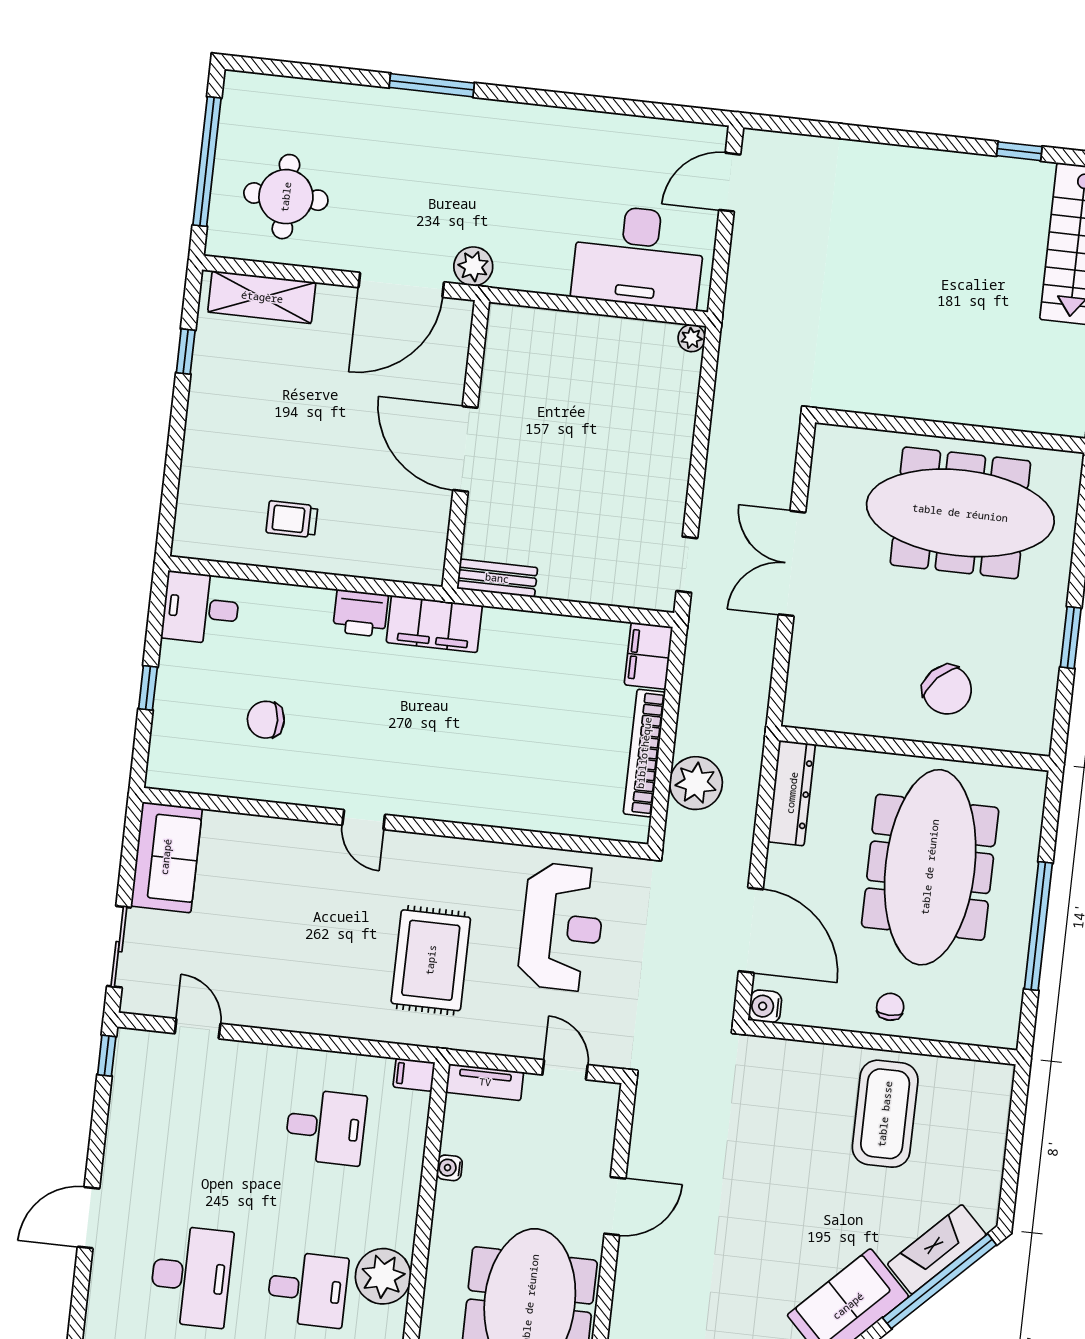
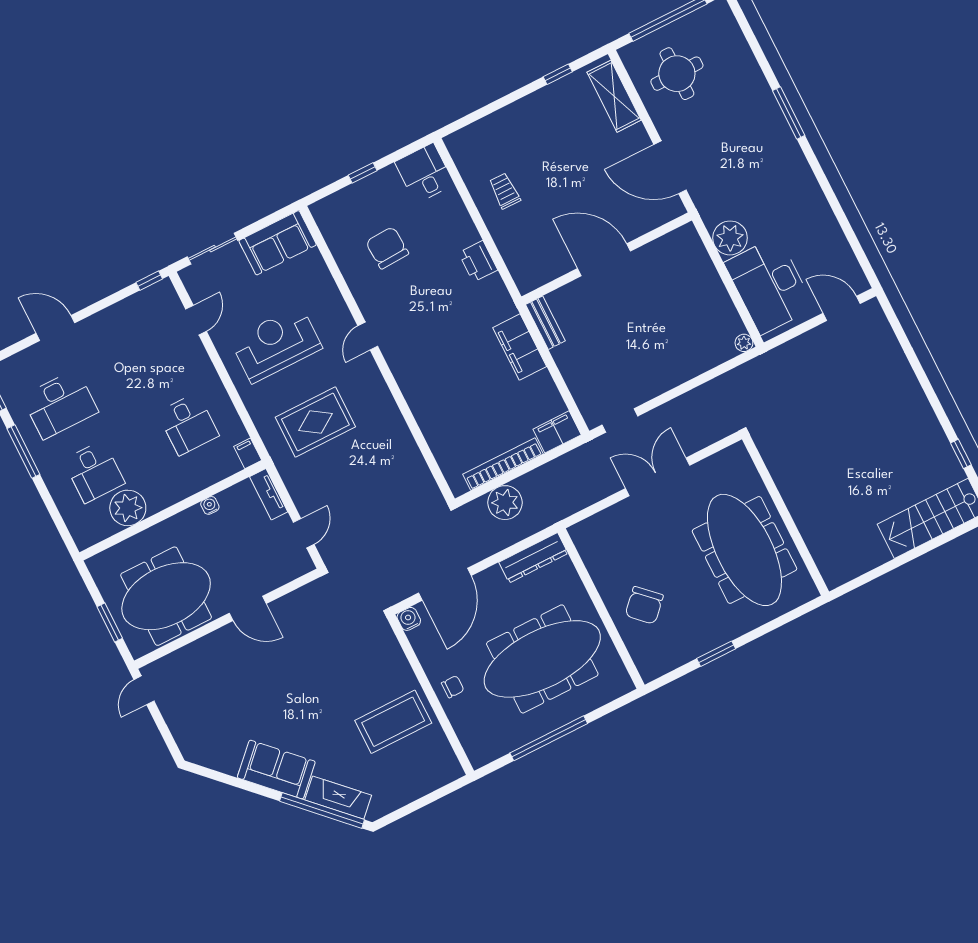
plant: (473, 266) -> (730, 238), moved, width x1.36, depth x1.36
door: (465, 449) -> (604, 260), hinge flipped
filing cabinet: (434, 624) -> (520, 347), moved
chair: (266, 720) -> (387, 248), width x1.37, depth x1.37
reception desk: (562, 927) -> (276, 344), moved, turned 180

